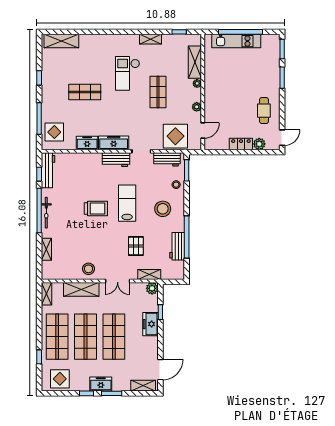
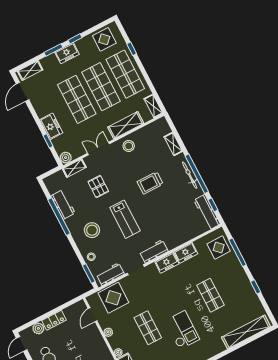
shelving: (61, 41) -> (246, 332), width x1.47
shop shelf: (85, 92) -> (210, 295), turned 90
freezer: (114, 143) -> (167, 263), width x0.71
trolley: (96, 209) -> (150, 183), moved

